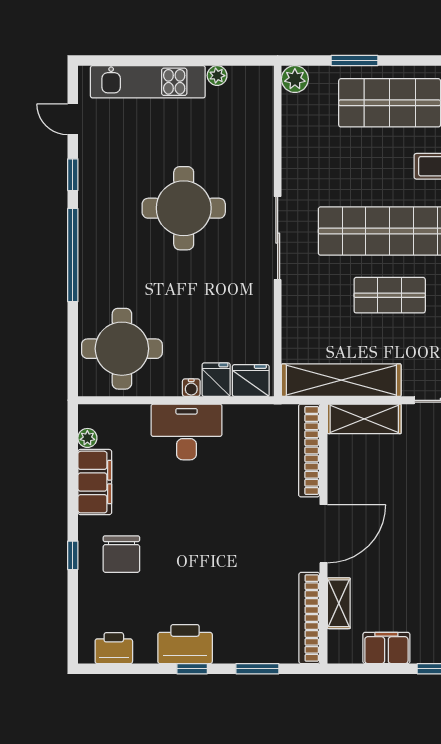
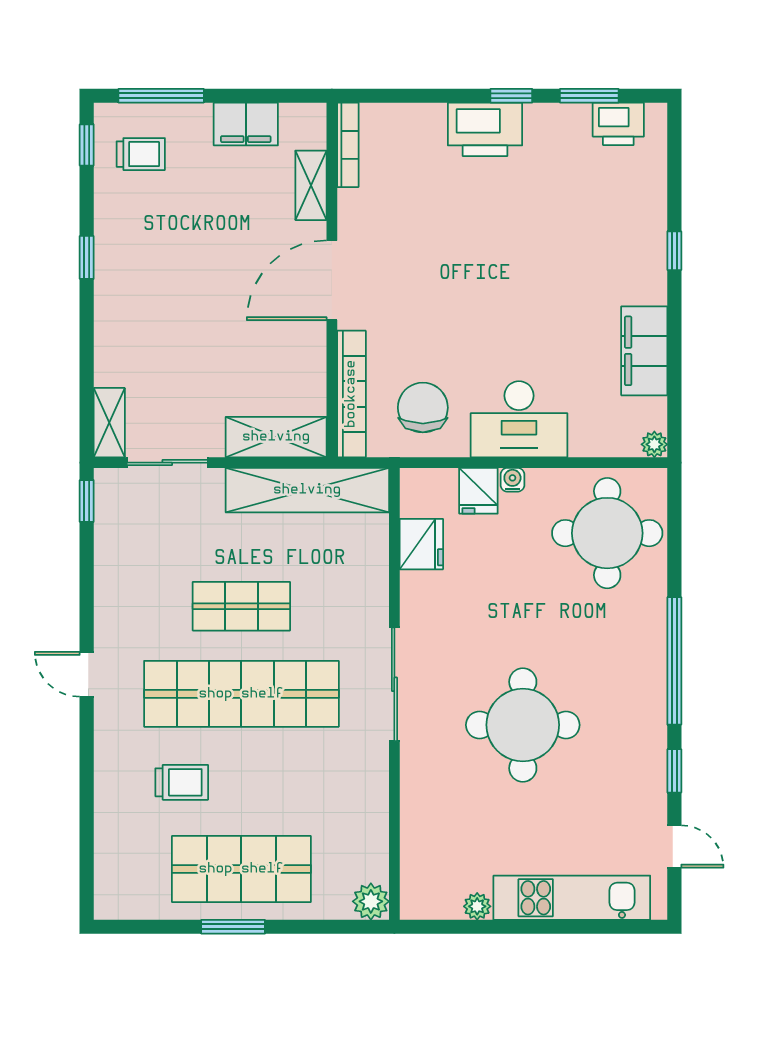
window: (354, 61) -> (233, 927), moved
fridge: (251, 381) -> (421, 544), moved, turned -90
plant: (87, 438) -> (654, 444), moved
chair: (121, 554) -> (423, 408), moved
bookcase: (309, 618) -> (348, 145), width x0.68, depth x0.76
printer: (185, 644) -> (485, 129), moved
window: (257, 669) -> (589, 96), moved

